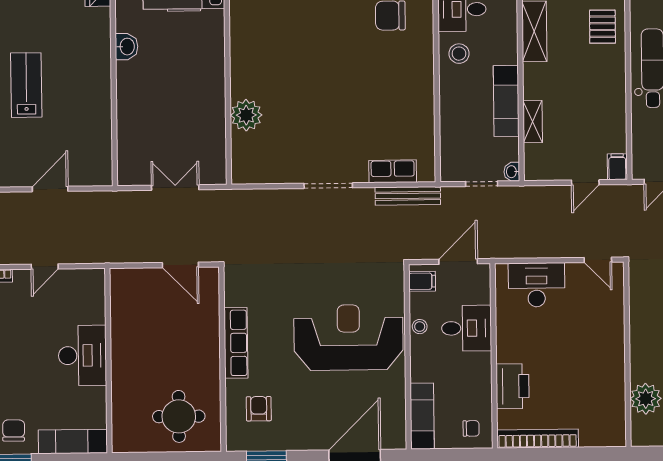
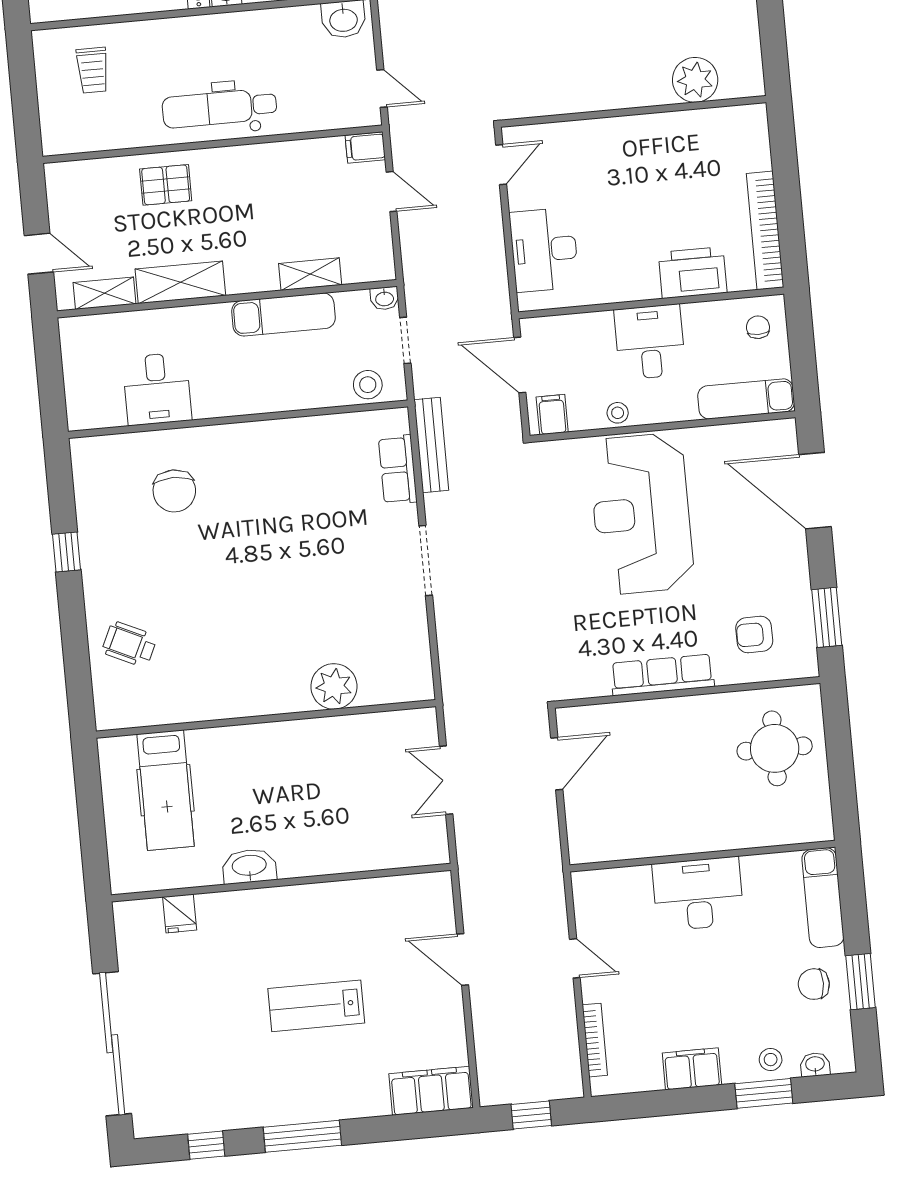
washbasin: (127, 47) -> (249, 866), width x1.38
stool: (459, 54) -> (368, 385), moved
desk: (467, 328) -> (650, 342), moved

